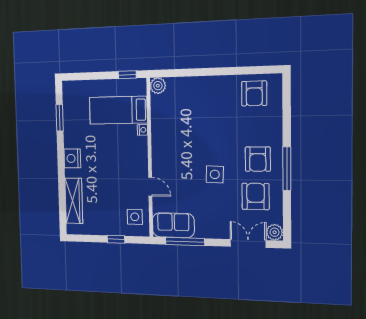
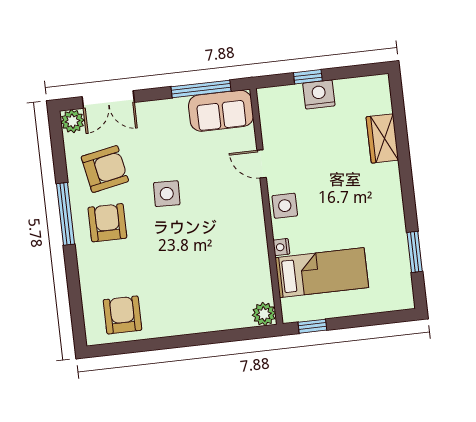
nightstand: (72, 158) -> (319, 94), moved, turned -90
armchair: (256, 196) -> (105, 169), turned -101
wardrobe: (74, 201) -> (382, 138), width x0.67
side table: (135, 217) -> (285, 206), moved

